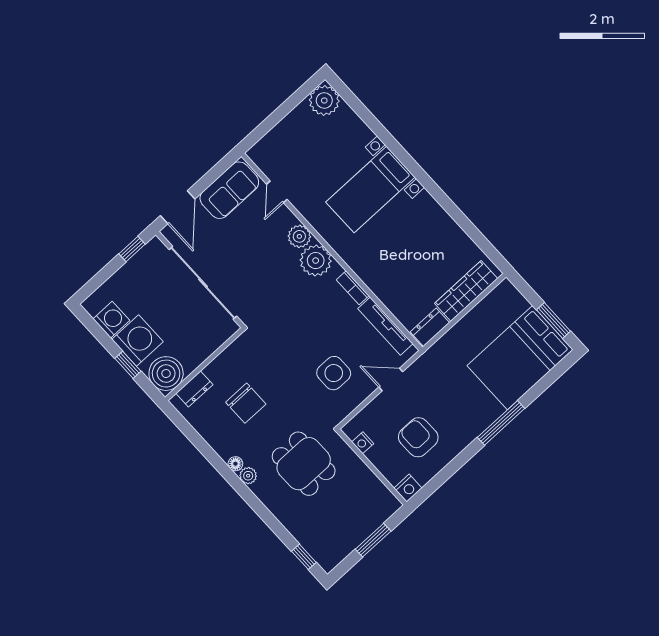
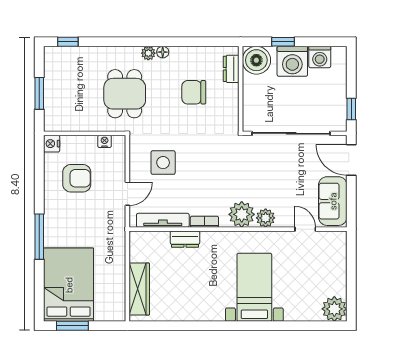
dresser: (430, 327) -> (185, 239), moved, turned 90
dining table: (304, 464) -> (125, 94), turned 90

